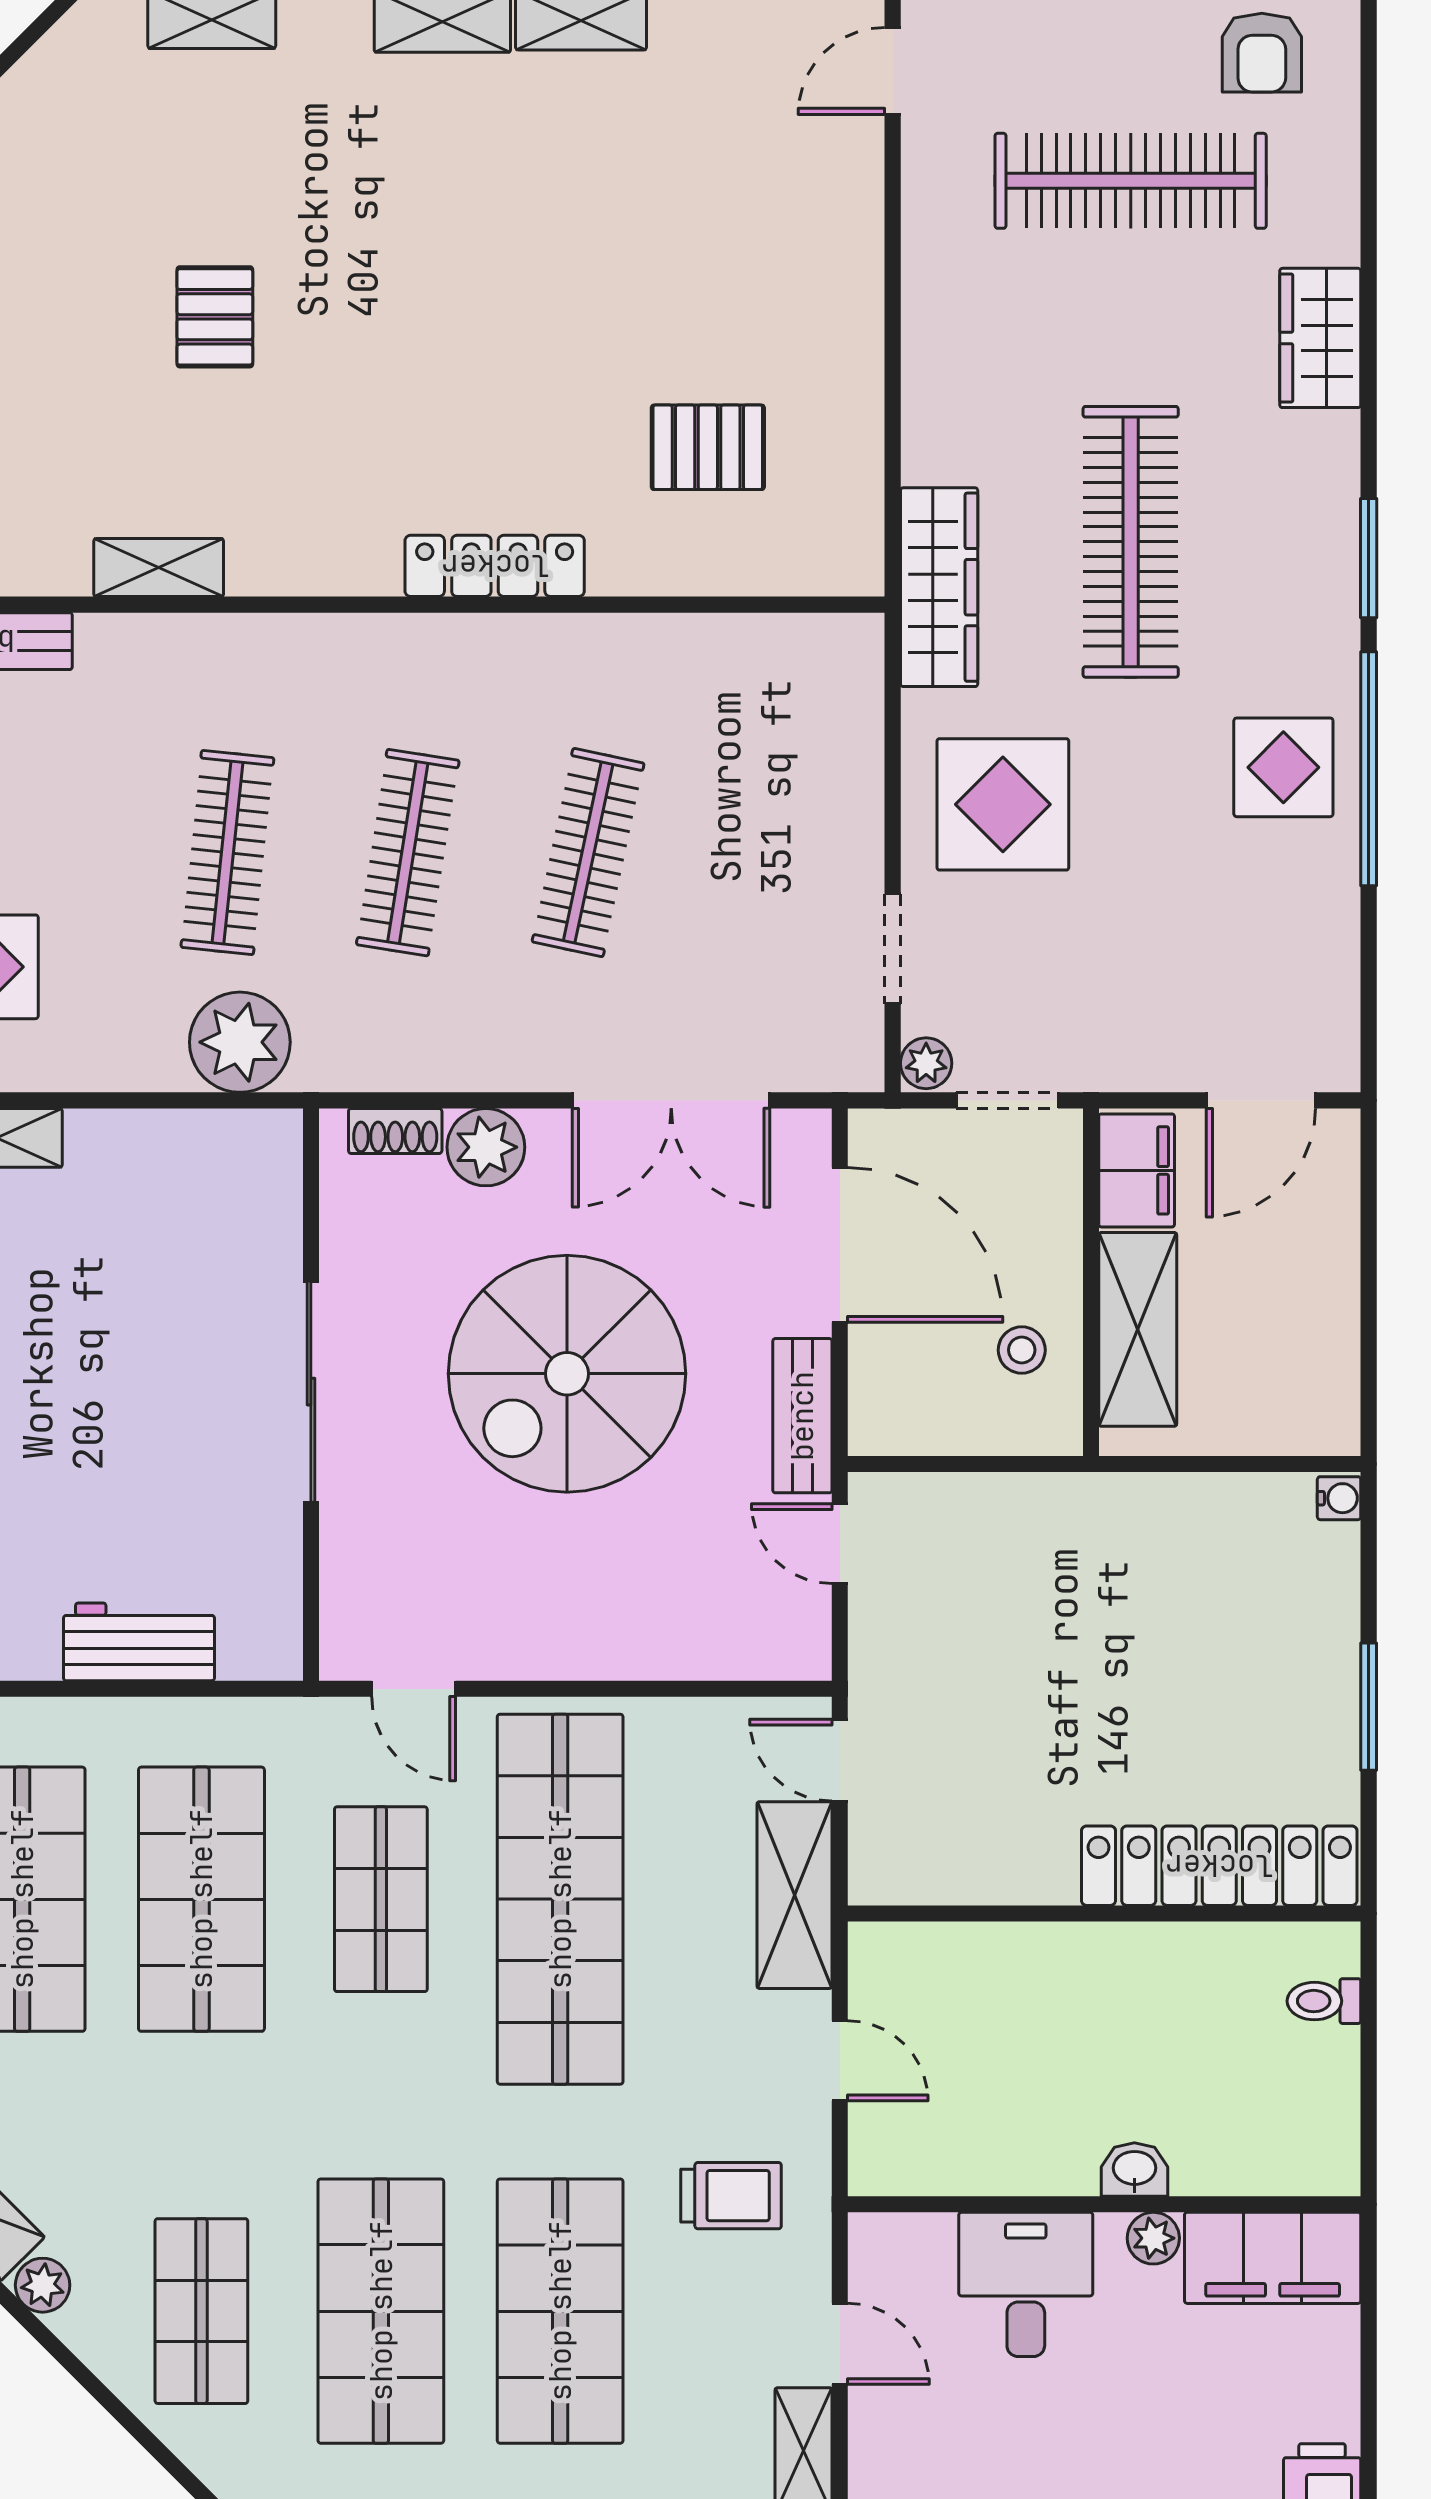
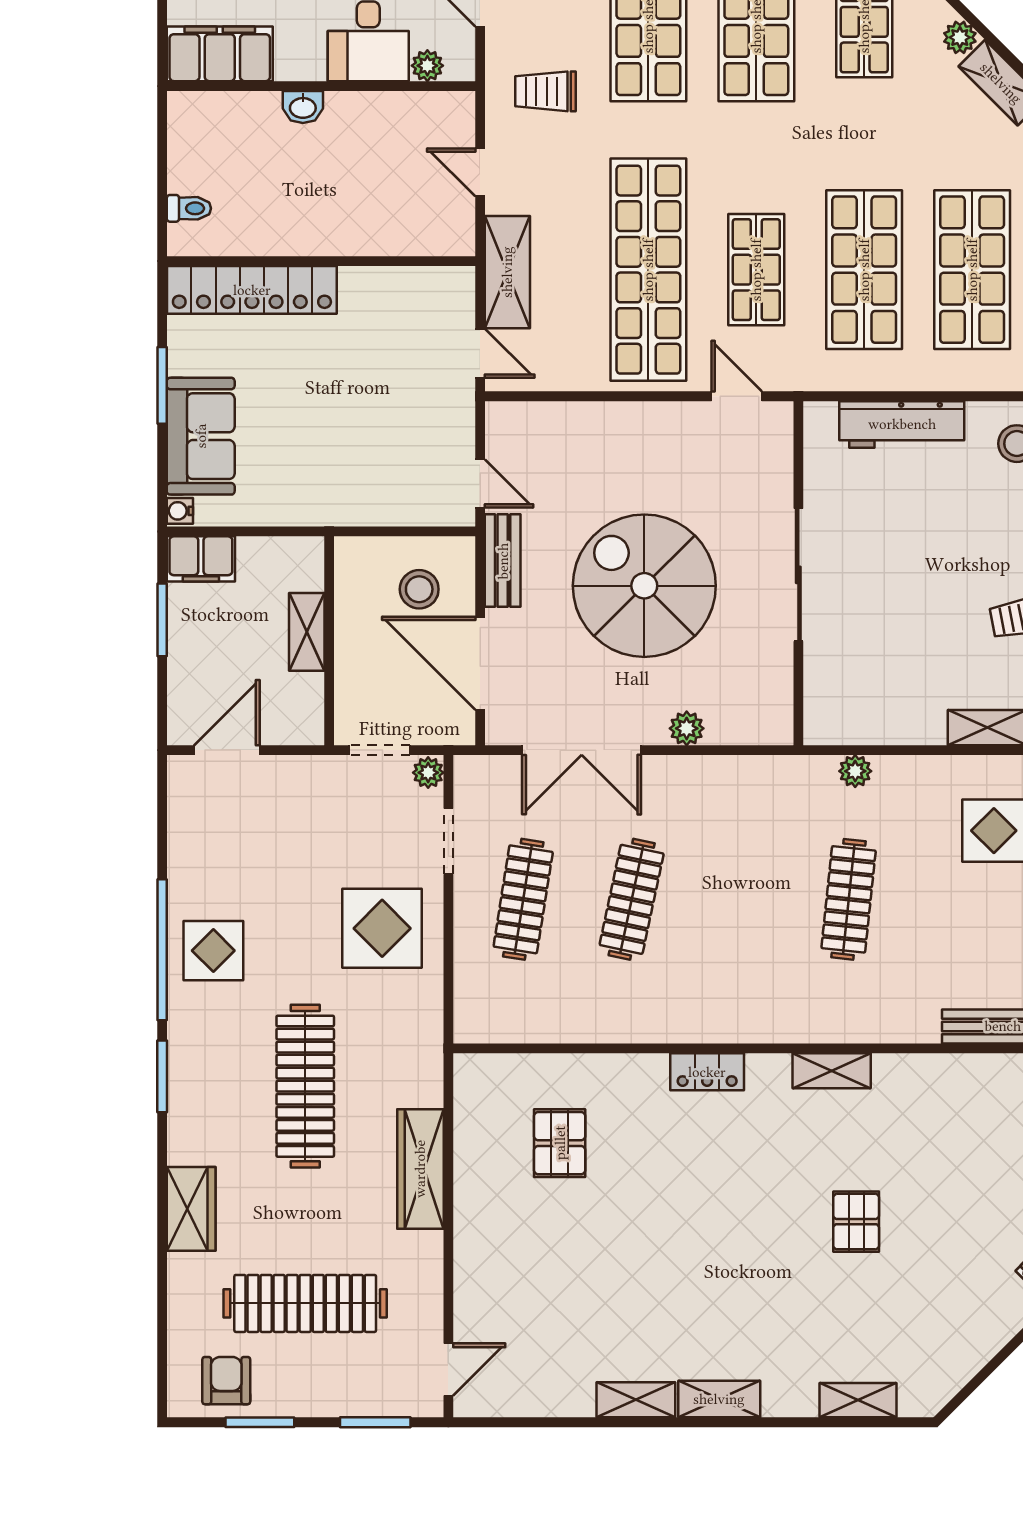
pallet: (708, 447) -> (560, 1143), turned 90
locker: (495, 566) -> (707, 1072), width x0.66
shelving: (159, 568) -> (832, 1071), moved
wardrobe: (939, 587) -> (420, 1169), moved
clothes rail: (408, 853) -> (523, 899), moved
plant: (240, 1042) -> (855, 771), width x0.53, depth x0.53
double door: (671, 1100) -> (582, 750), swing flipped
shoe rack: (395, 1131) -> (748, 732), removed
plant: (486, 1147) -> (687, 728), width x0.73, depth x0.73
filing cabinet: (1137, 1170) -> (201, 559), moved, turned -90
window: (1369, 1317) -> (162, 620), added
shelving: (1138, 1329) -> (307, 632), width x0.67, depth x0.75
stool: (1022, 1350) -> (419, 589), moved, width x1.37, depth x1.37
spiral stairs: (567, 1374) -> (644, 586), turned -90
sofa: (1304, 1622) -> (201, 436), added
workbench: (139, 1642) -> (902, 424), width x1.38
plant: (1153, 2238) -> (427, 66), moved

